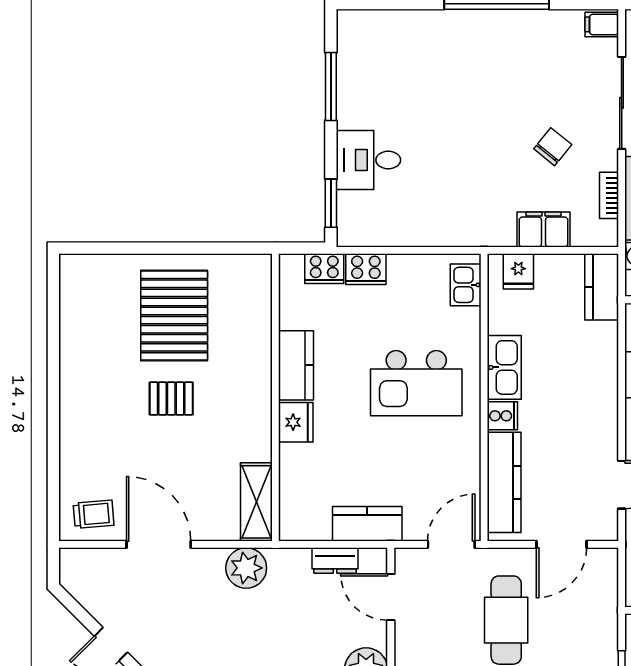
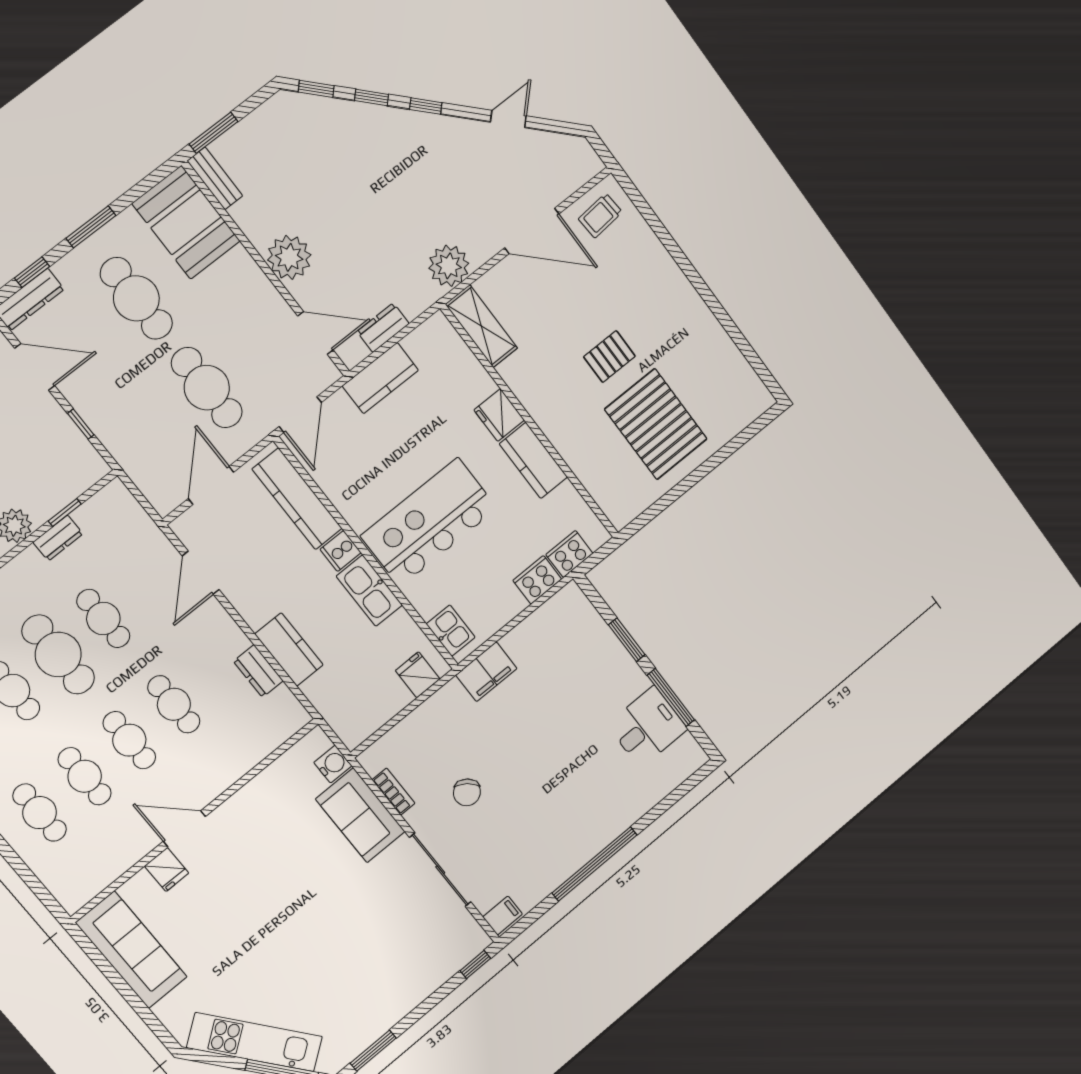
desk: (368, 160) -> (647, 727), moved
window: (331, 203) -> (627, 640), moved
filing cabinet: (544, 230) -> (486, 672), moved
kitchen counter: (602, 287) -> (289, 649), moved
kitchen island: (416, 383) -> (429, 522), width x1.37

